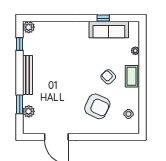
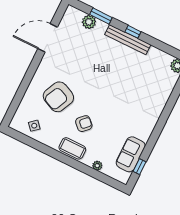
window: (103, 18) -> (139, 167), moved
sofa: (109, 29) -> (131, 154), width x0.73
window: (20, 44) -> (133, 32), moved

